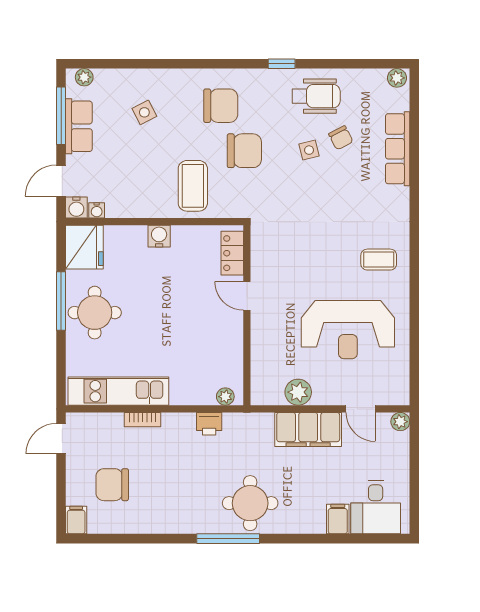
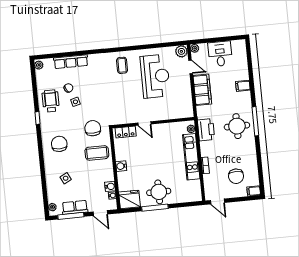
chair: (244, 151) -> (93, 128), moved
water cooler: (76, 208) -> (110, 186), moved
door: (247, 296) -> (144, 123), hinge flipped
kitchen unit: (118, 391) -> (191, 157), moved
plant: (298, 392) -> (181, 51), moved
door: (361, 409) -> (191, 67), hinge flipped
printer: (209, 424) -> (206, 130), width x1.87, depth x1.48
round table: (250, 503) -> (237, 126), moved
desk: (376, 507) -> (220, 54), moved, turned -90
filing cabinet: (338, 519) -> (243, 86), moved

